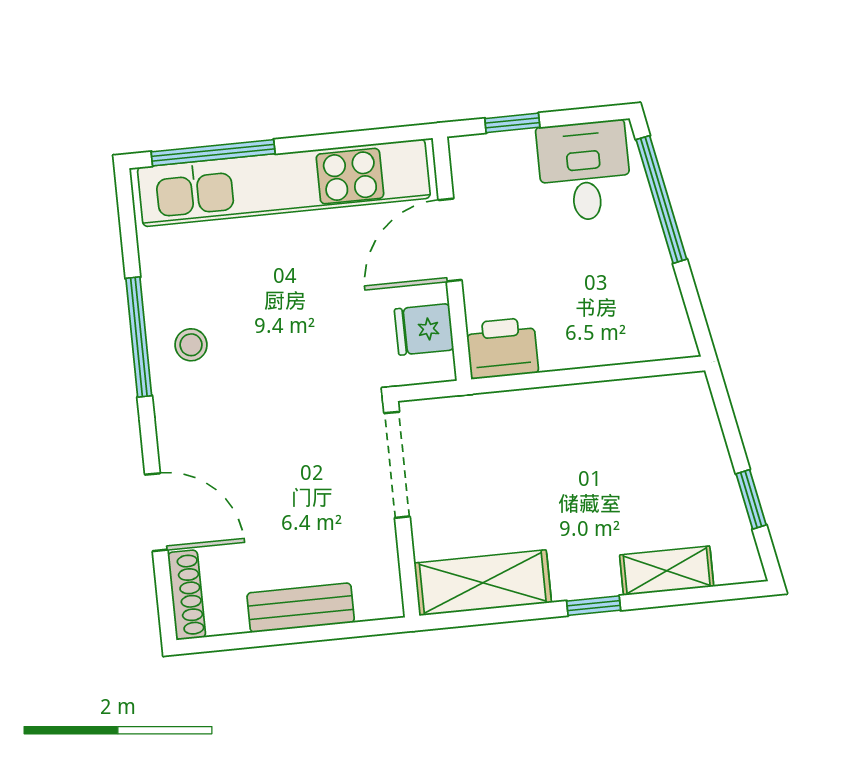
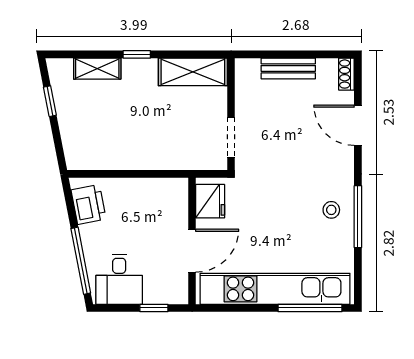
fridge: (424, 329) -> (210, 201), width x1.38
printer: (502, 348) -> (89, 204), moved, turned -101
doorway: (397, 465) -> (231, 137), width x0.73
shoe rack: (187, 595) -> (346, 74), width x0.70

